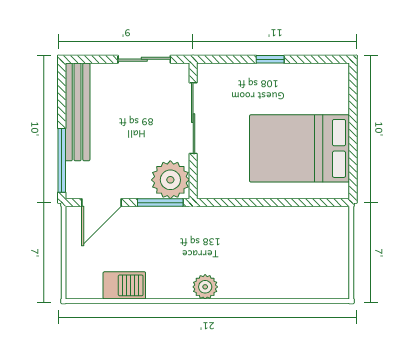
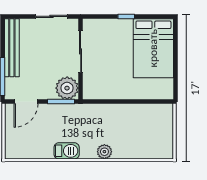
bed: (300, 148) -> (153, 48), moved, turned -90
barbecue: (124, 285) -> (67, 151), moved
plant: (205, 287) -> (104, 152), moved

